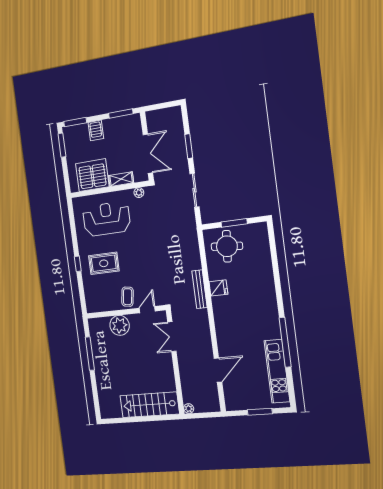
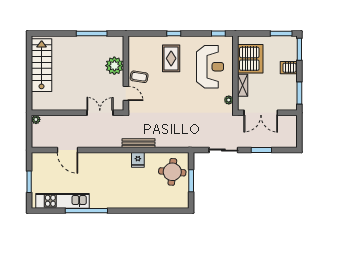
window: (71, 215) -> (218, 34), added
stairs: (150, 405) -> (42, 65), moved

